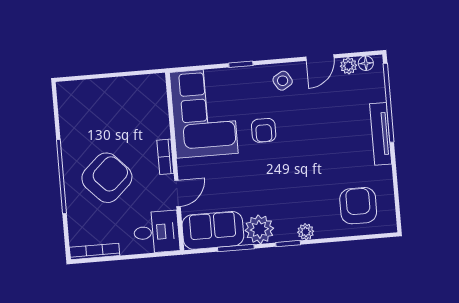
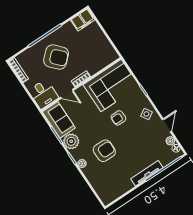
door: (320, 58) -> (167, 125), swing flipped
filing cabinet: (70, 100) -> (83, 20), added
armchair: (358, 206) -> (104, 151), moved

